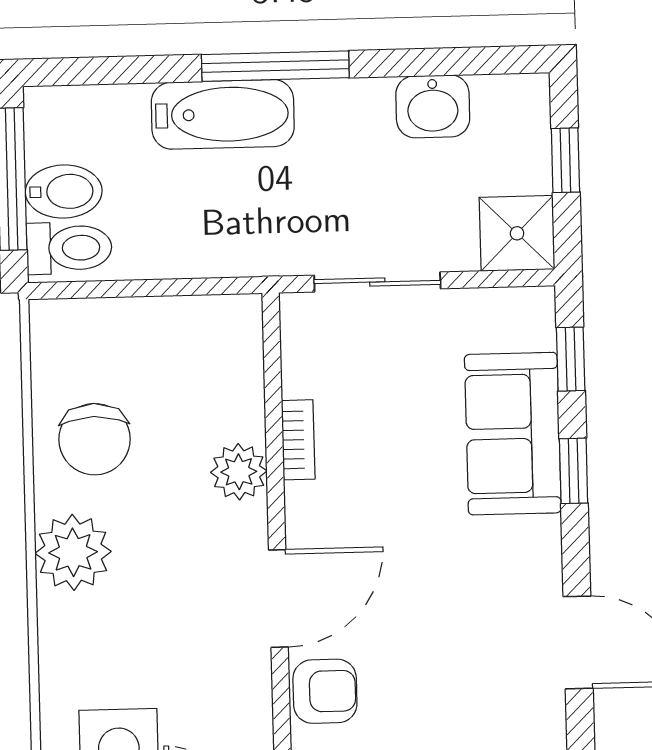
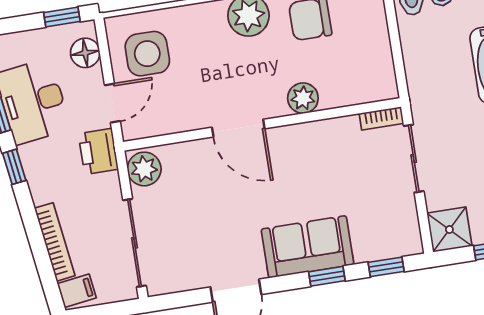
sofa: (513, 434) -> (307, 247), moved
bookcase: (298, 440) -> (381, 118), moved
armchair: (325, 691) -> (192, 159), removed

